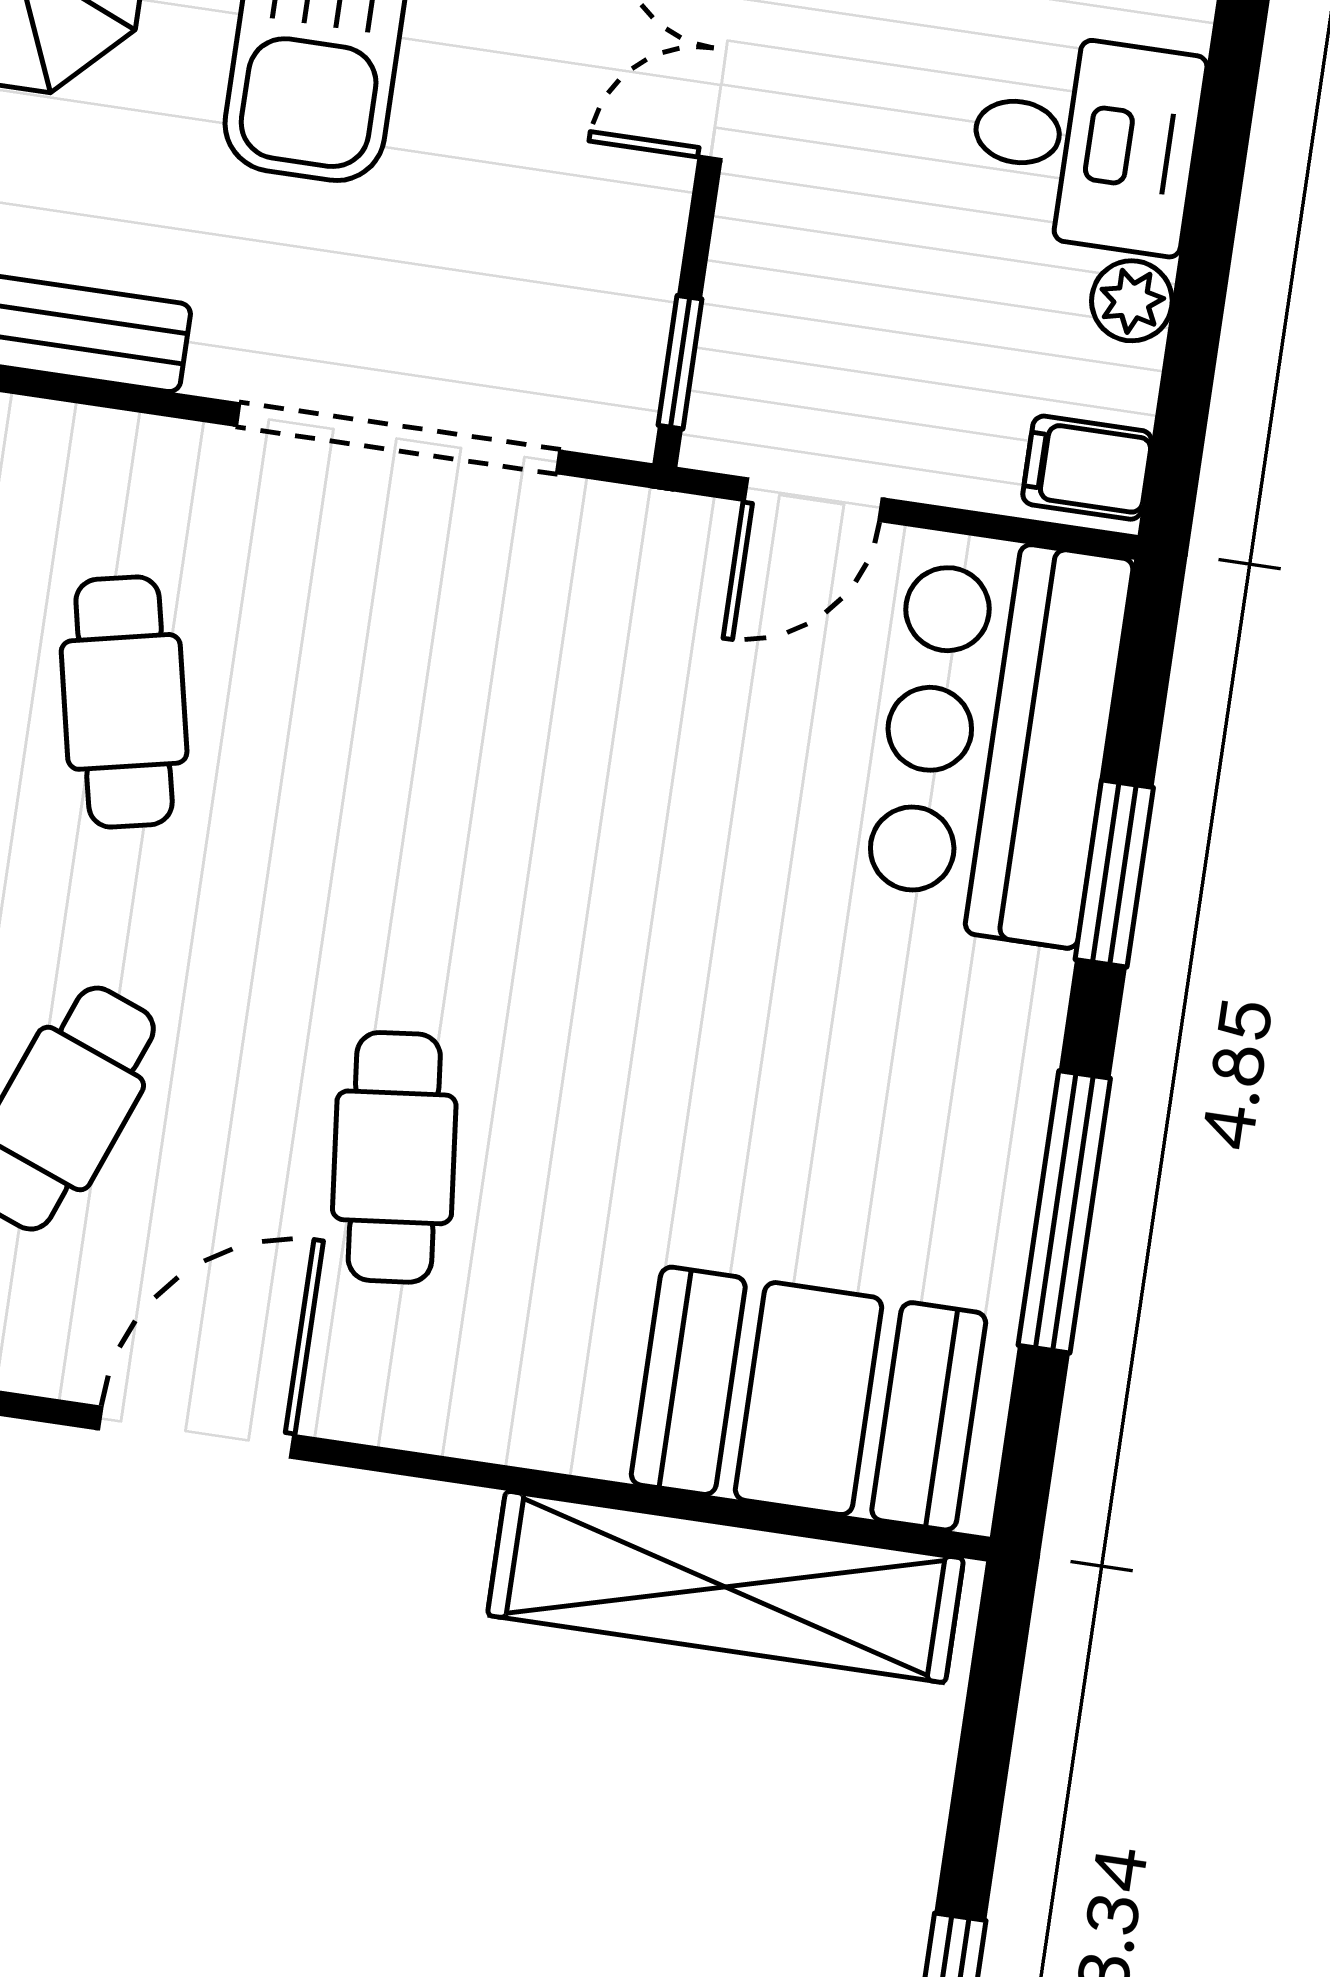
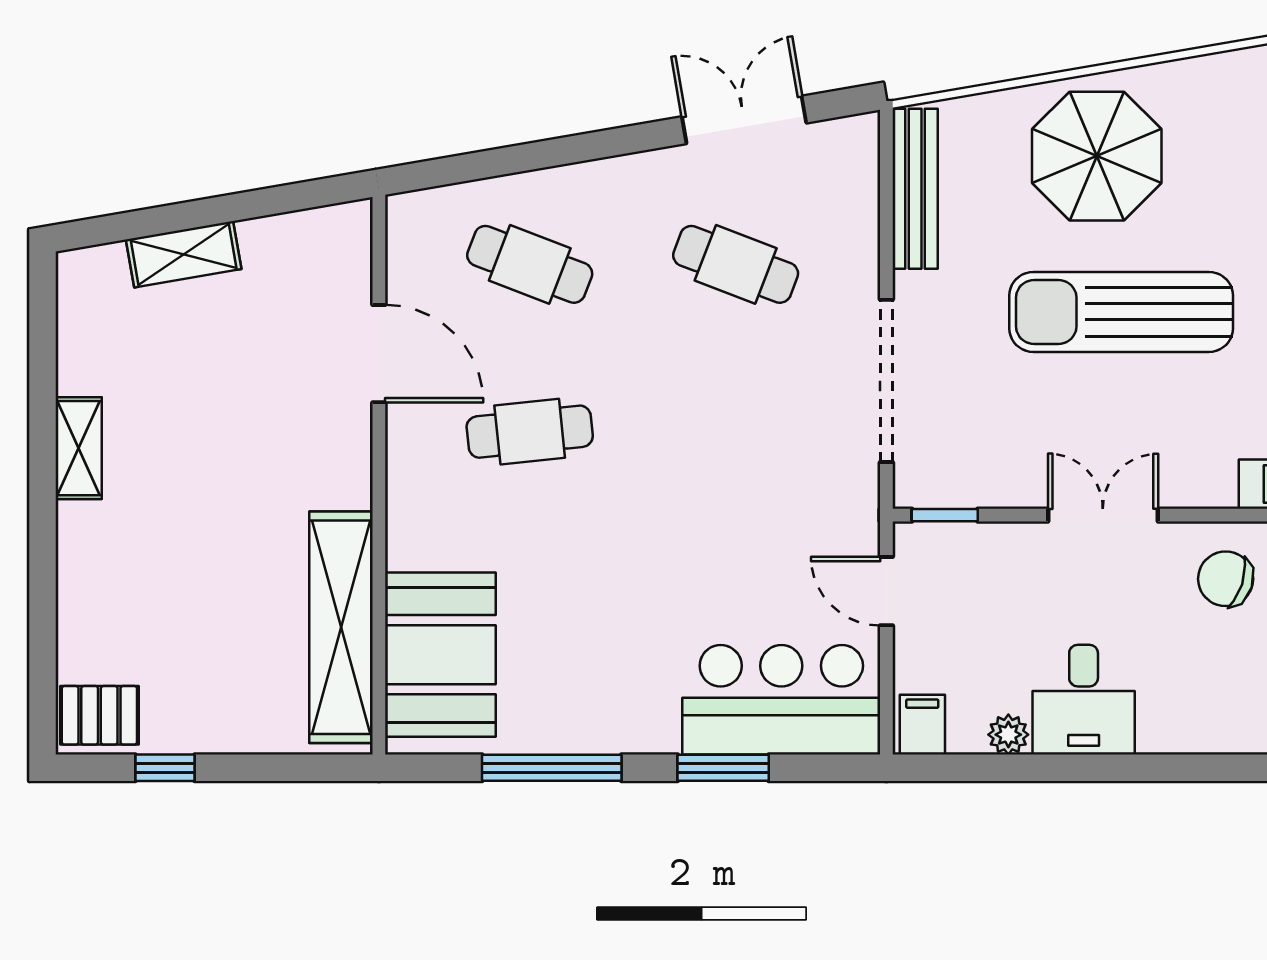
cafe table: (124, 702) -> (736, 264), turned 33

